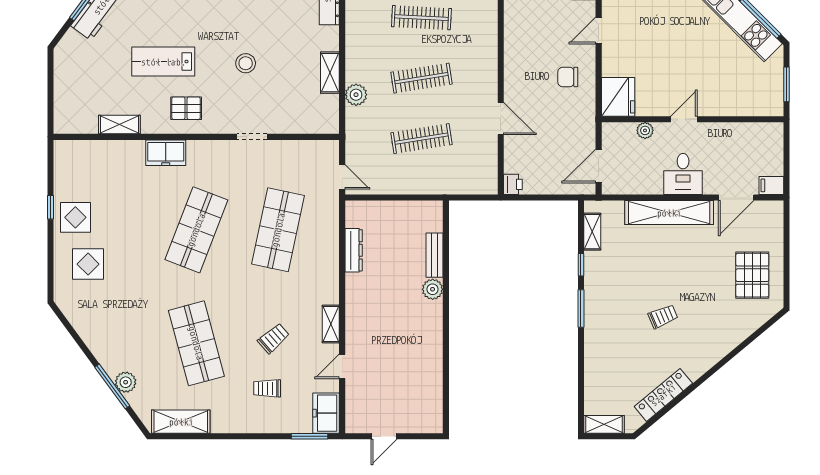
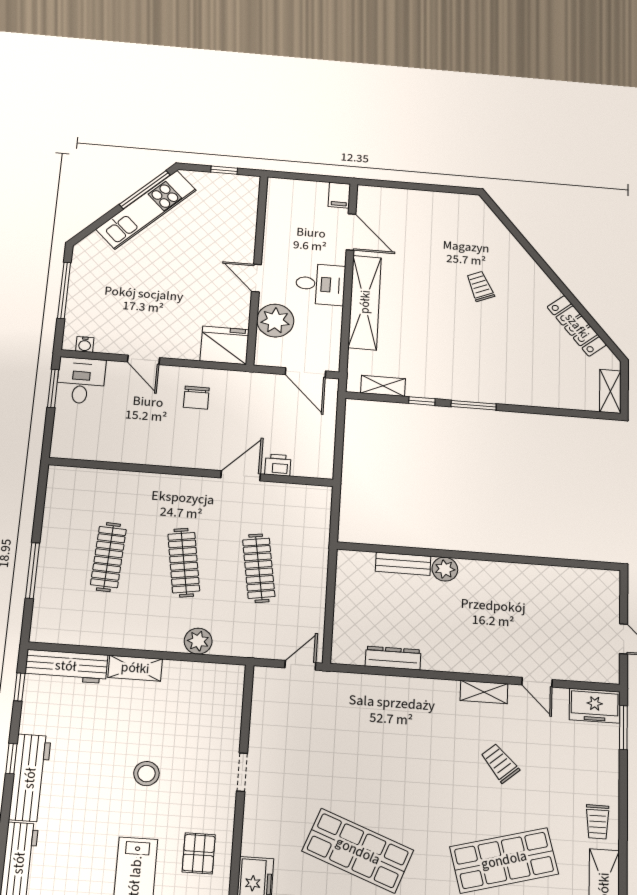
shelving: (330, 73) -> (135, 668), moved
window: (786, 84) -> (224, 170), width x0.67
plant: (645, 130) -> (275, 321), width x1.88, depth x1.88
printer: (513, 184) -> (278, 465), moved
shop shelf: (278, 230) -> (363, 748), removed
pallet: (752, 275) -> (441, 223), removed
trolley: (663, 316) -> (480, 286), moved
trolley: (267, 388) -> (598, 822), moved

